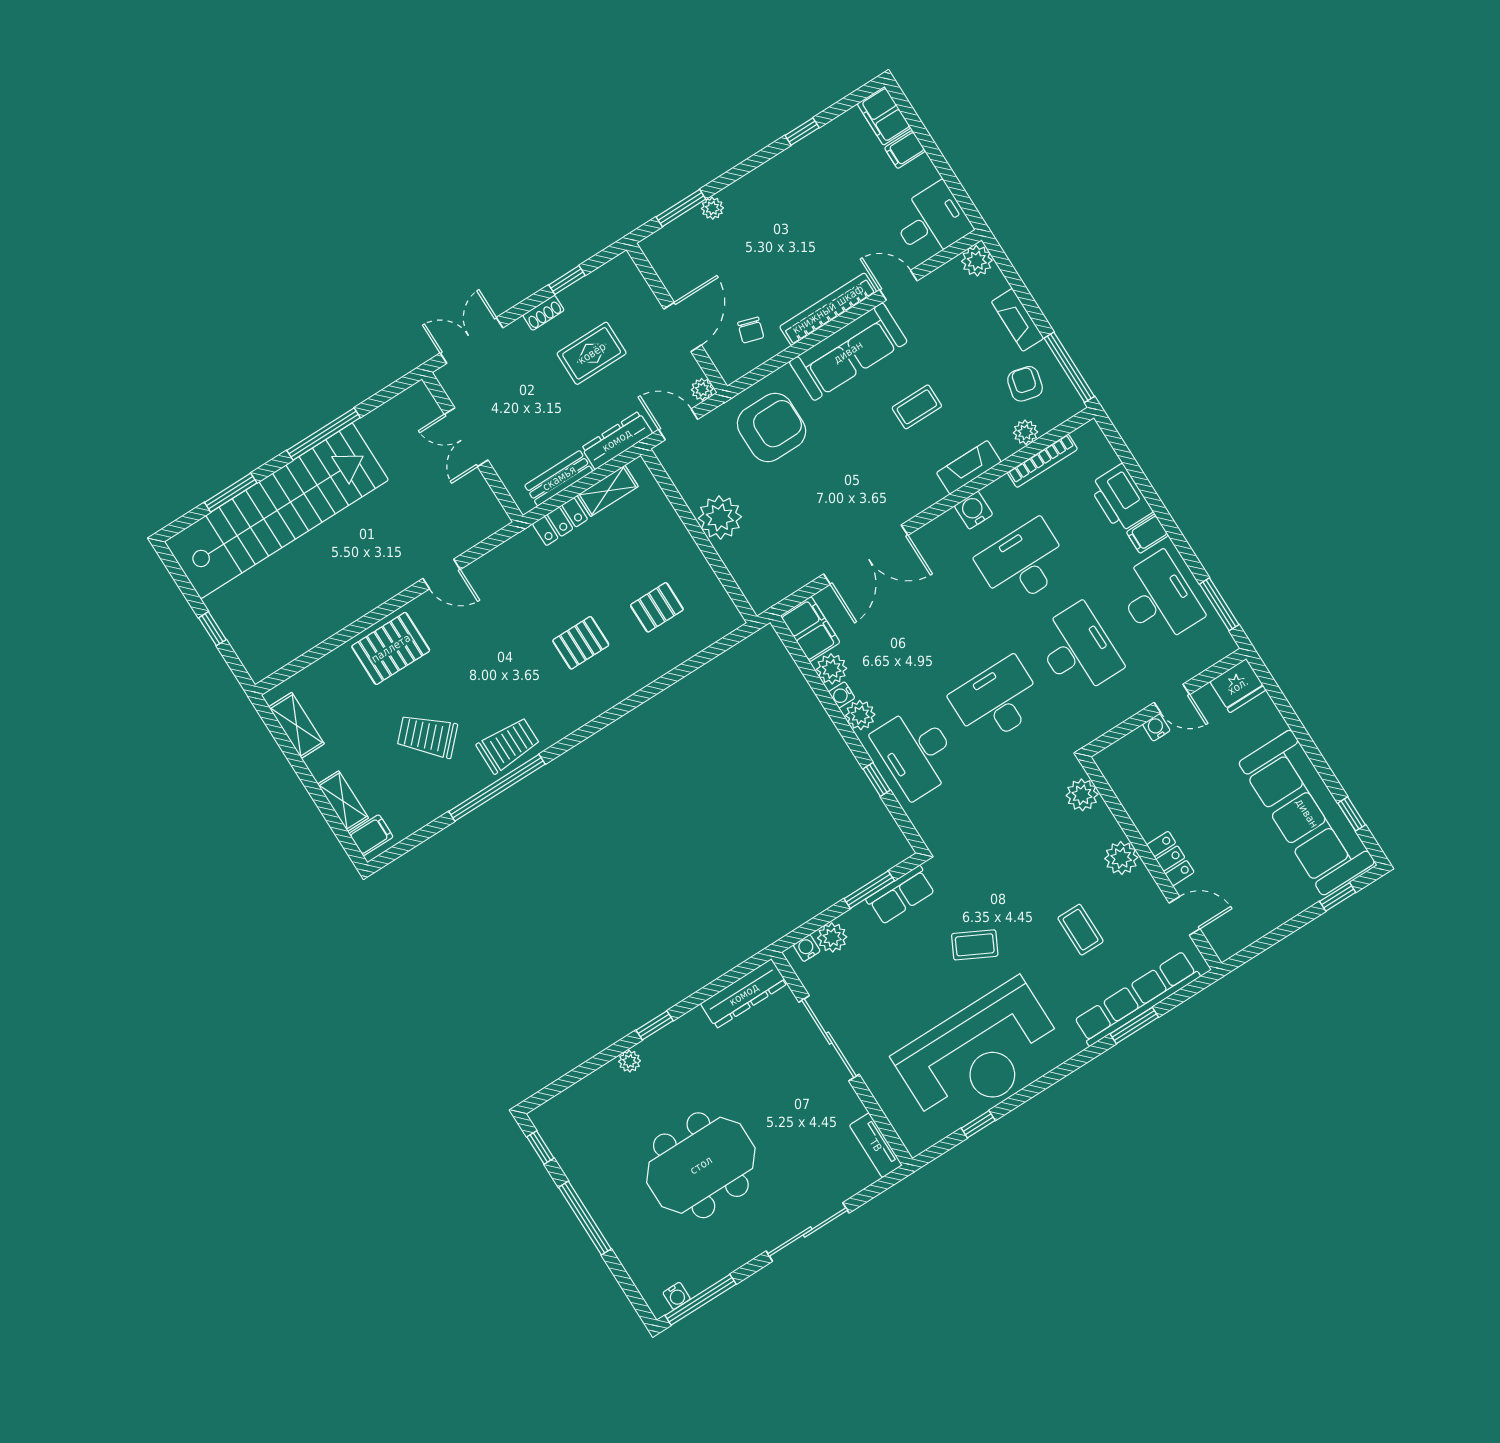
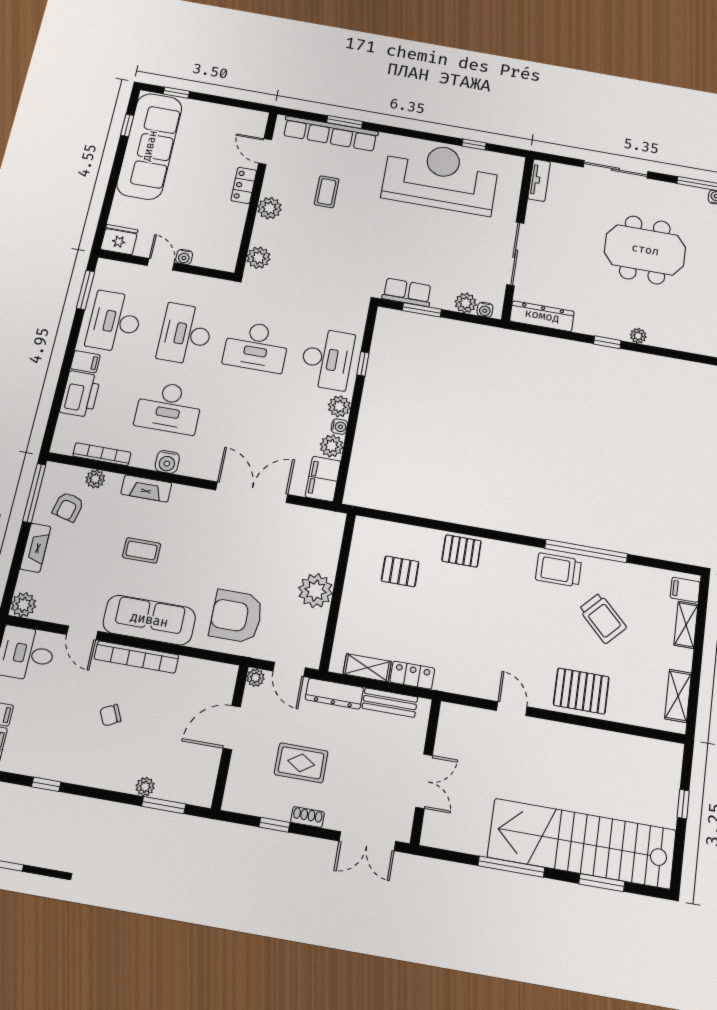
chair: (751, 330) -> (110, 715), moved, turned -133
pallet: (581, 643) -> (462, 551), moved
coffee table: (975, 945) -> (391, 233), removed

